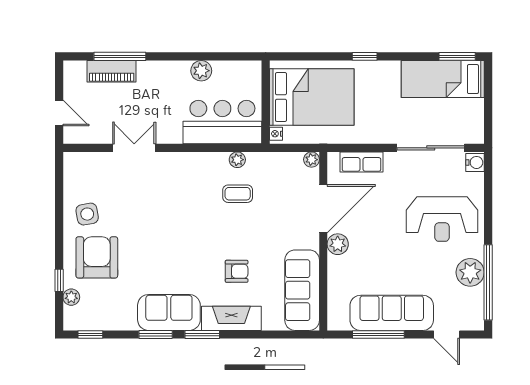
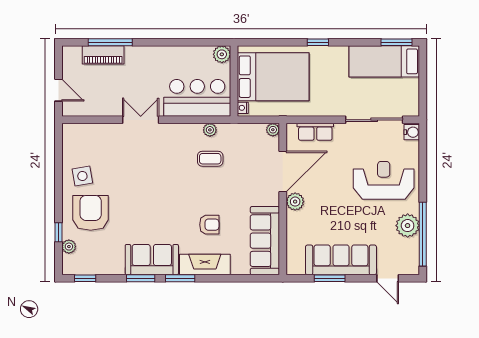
plant: (201, 71) -> (222, 54), moved
double door: (134, 148) -> (141, 120), moved
reception desk: (442, 219) -> (384, 180), turned 180
window: (378, 335) -> (330, 278), width x0.69

